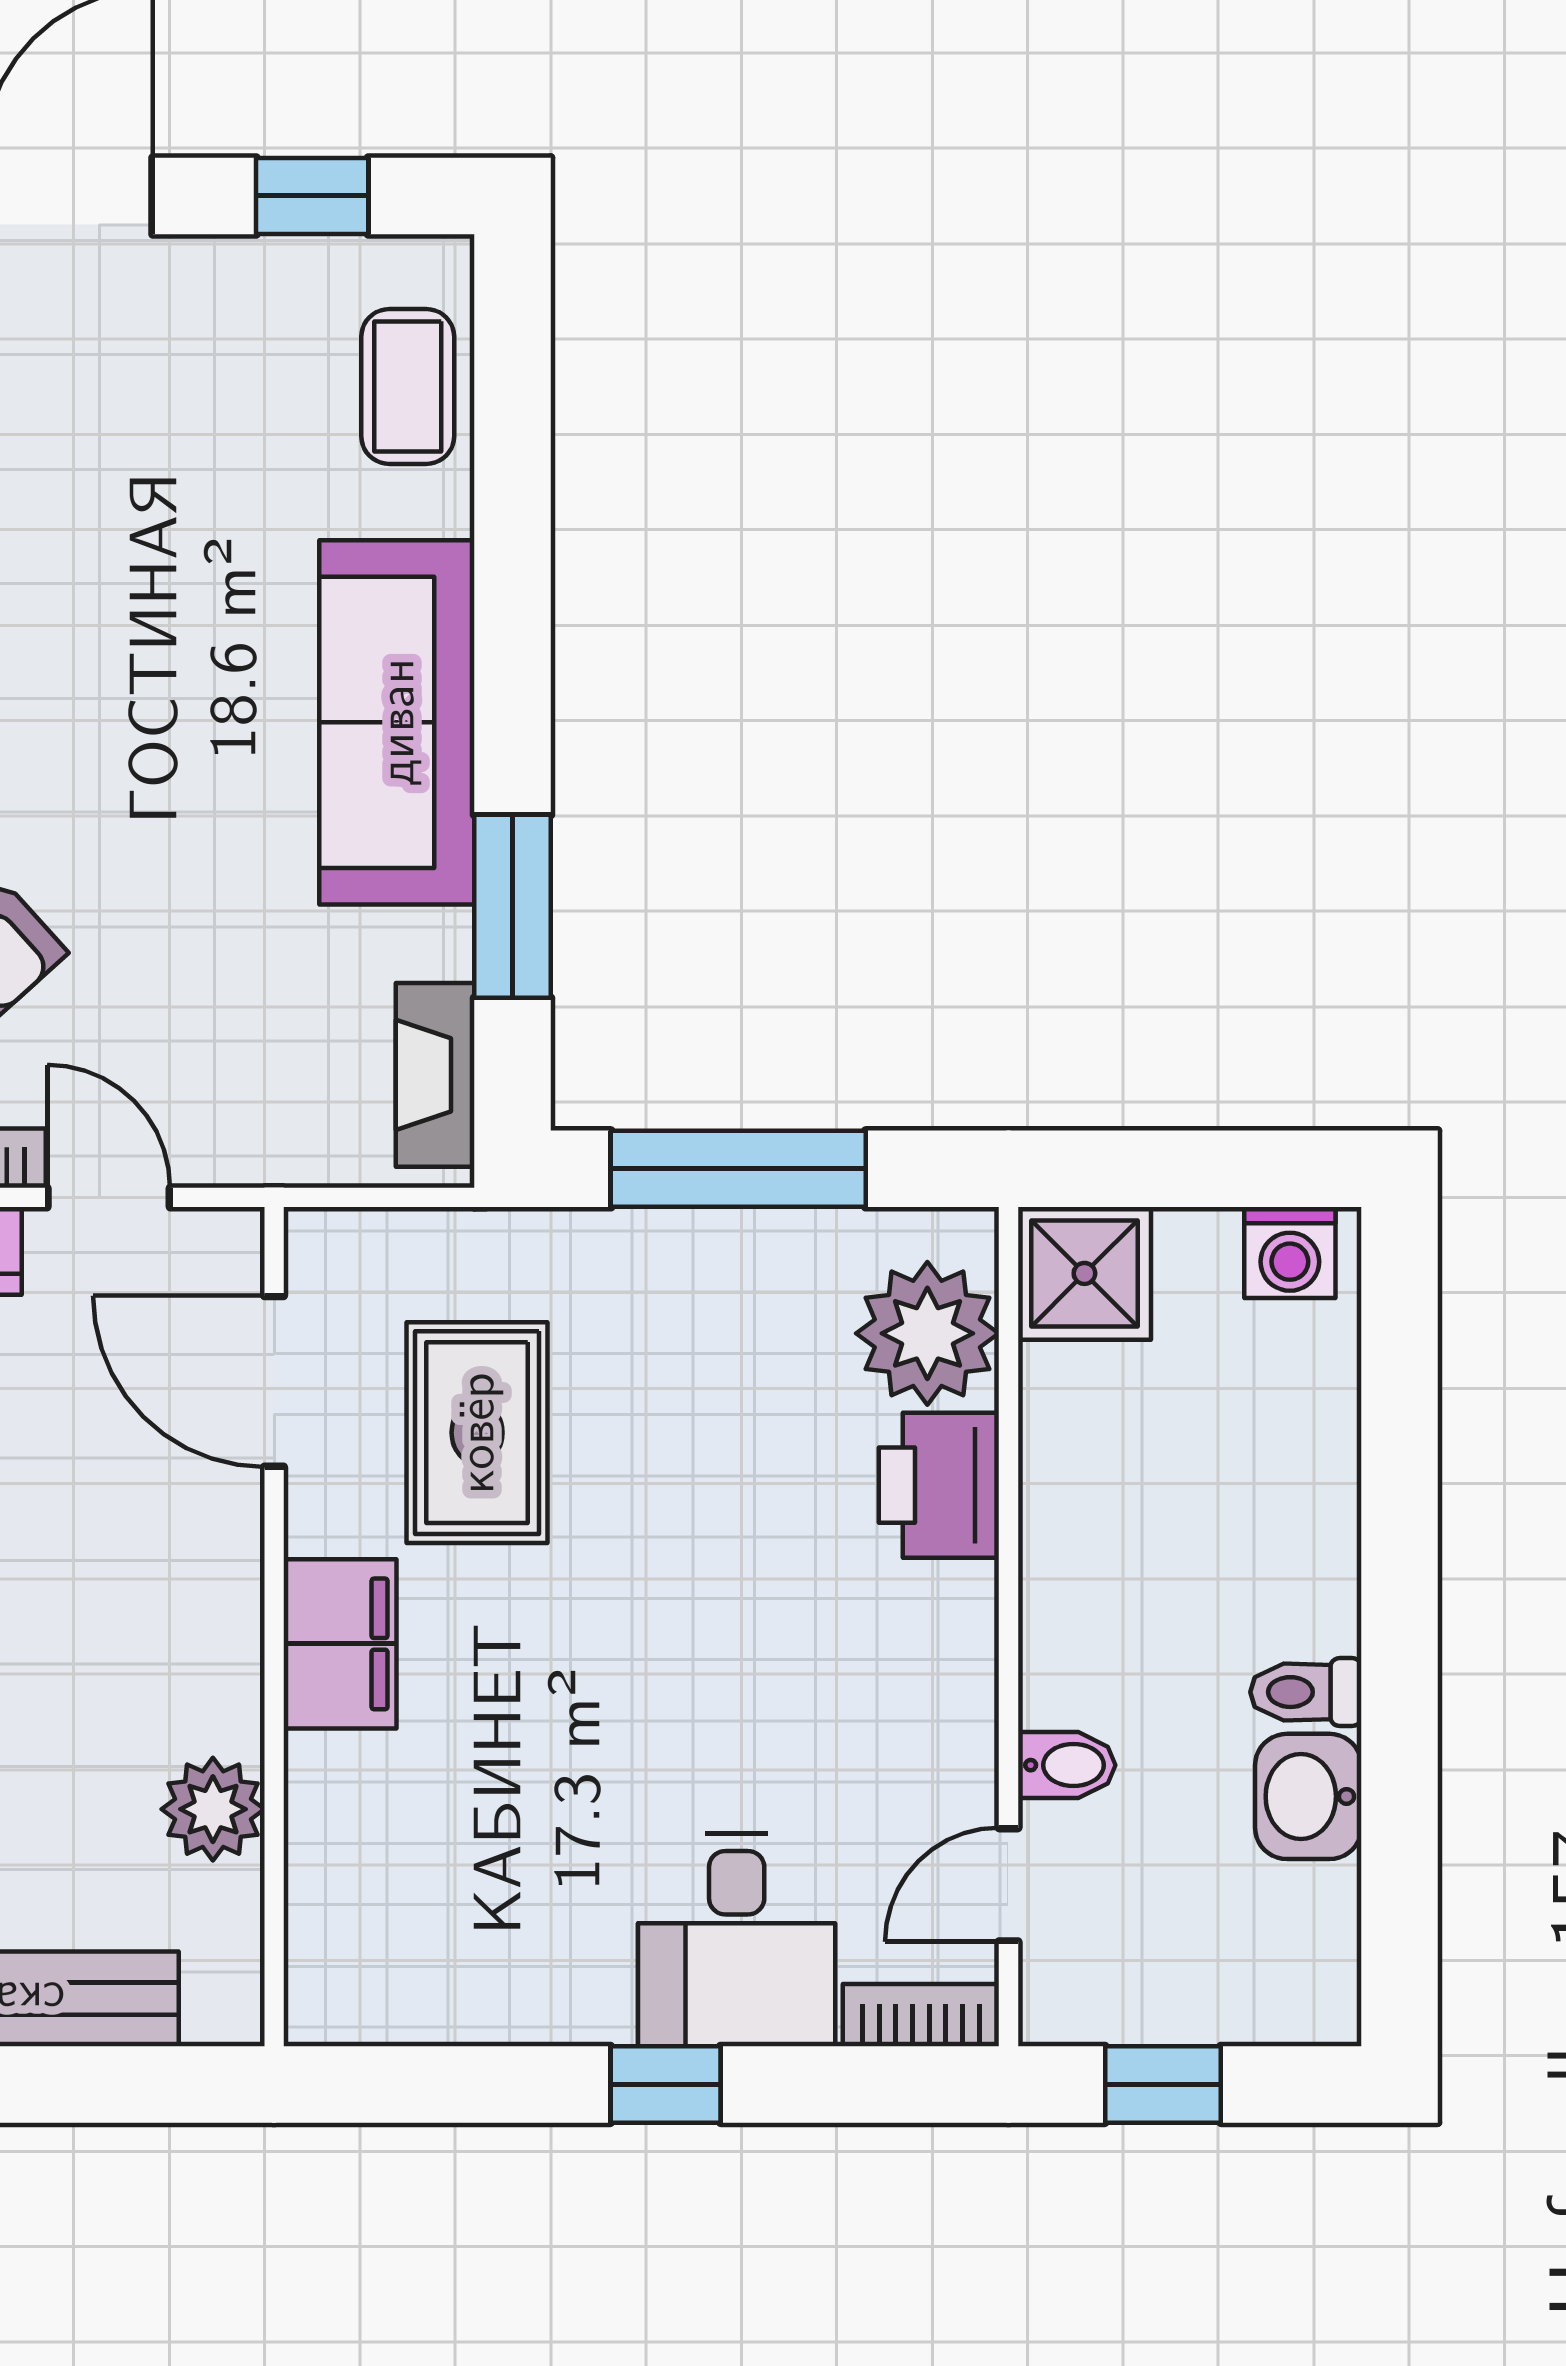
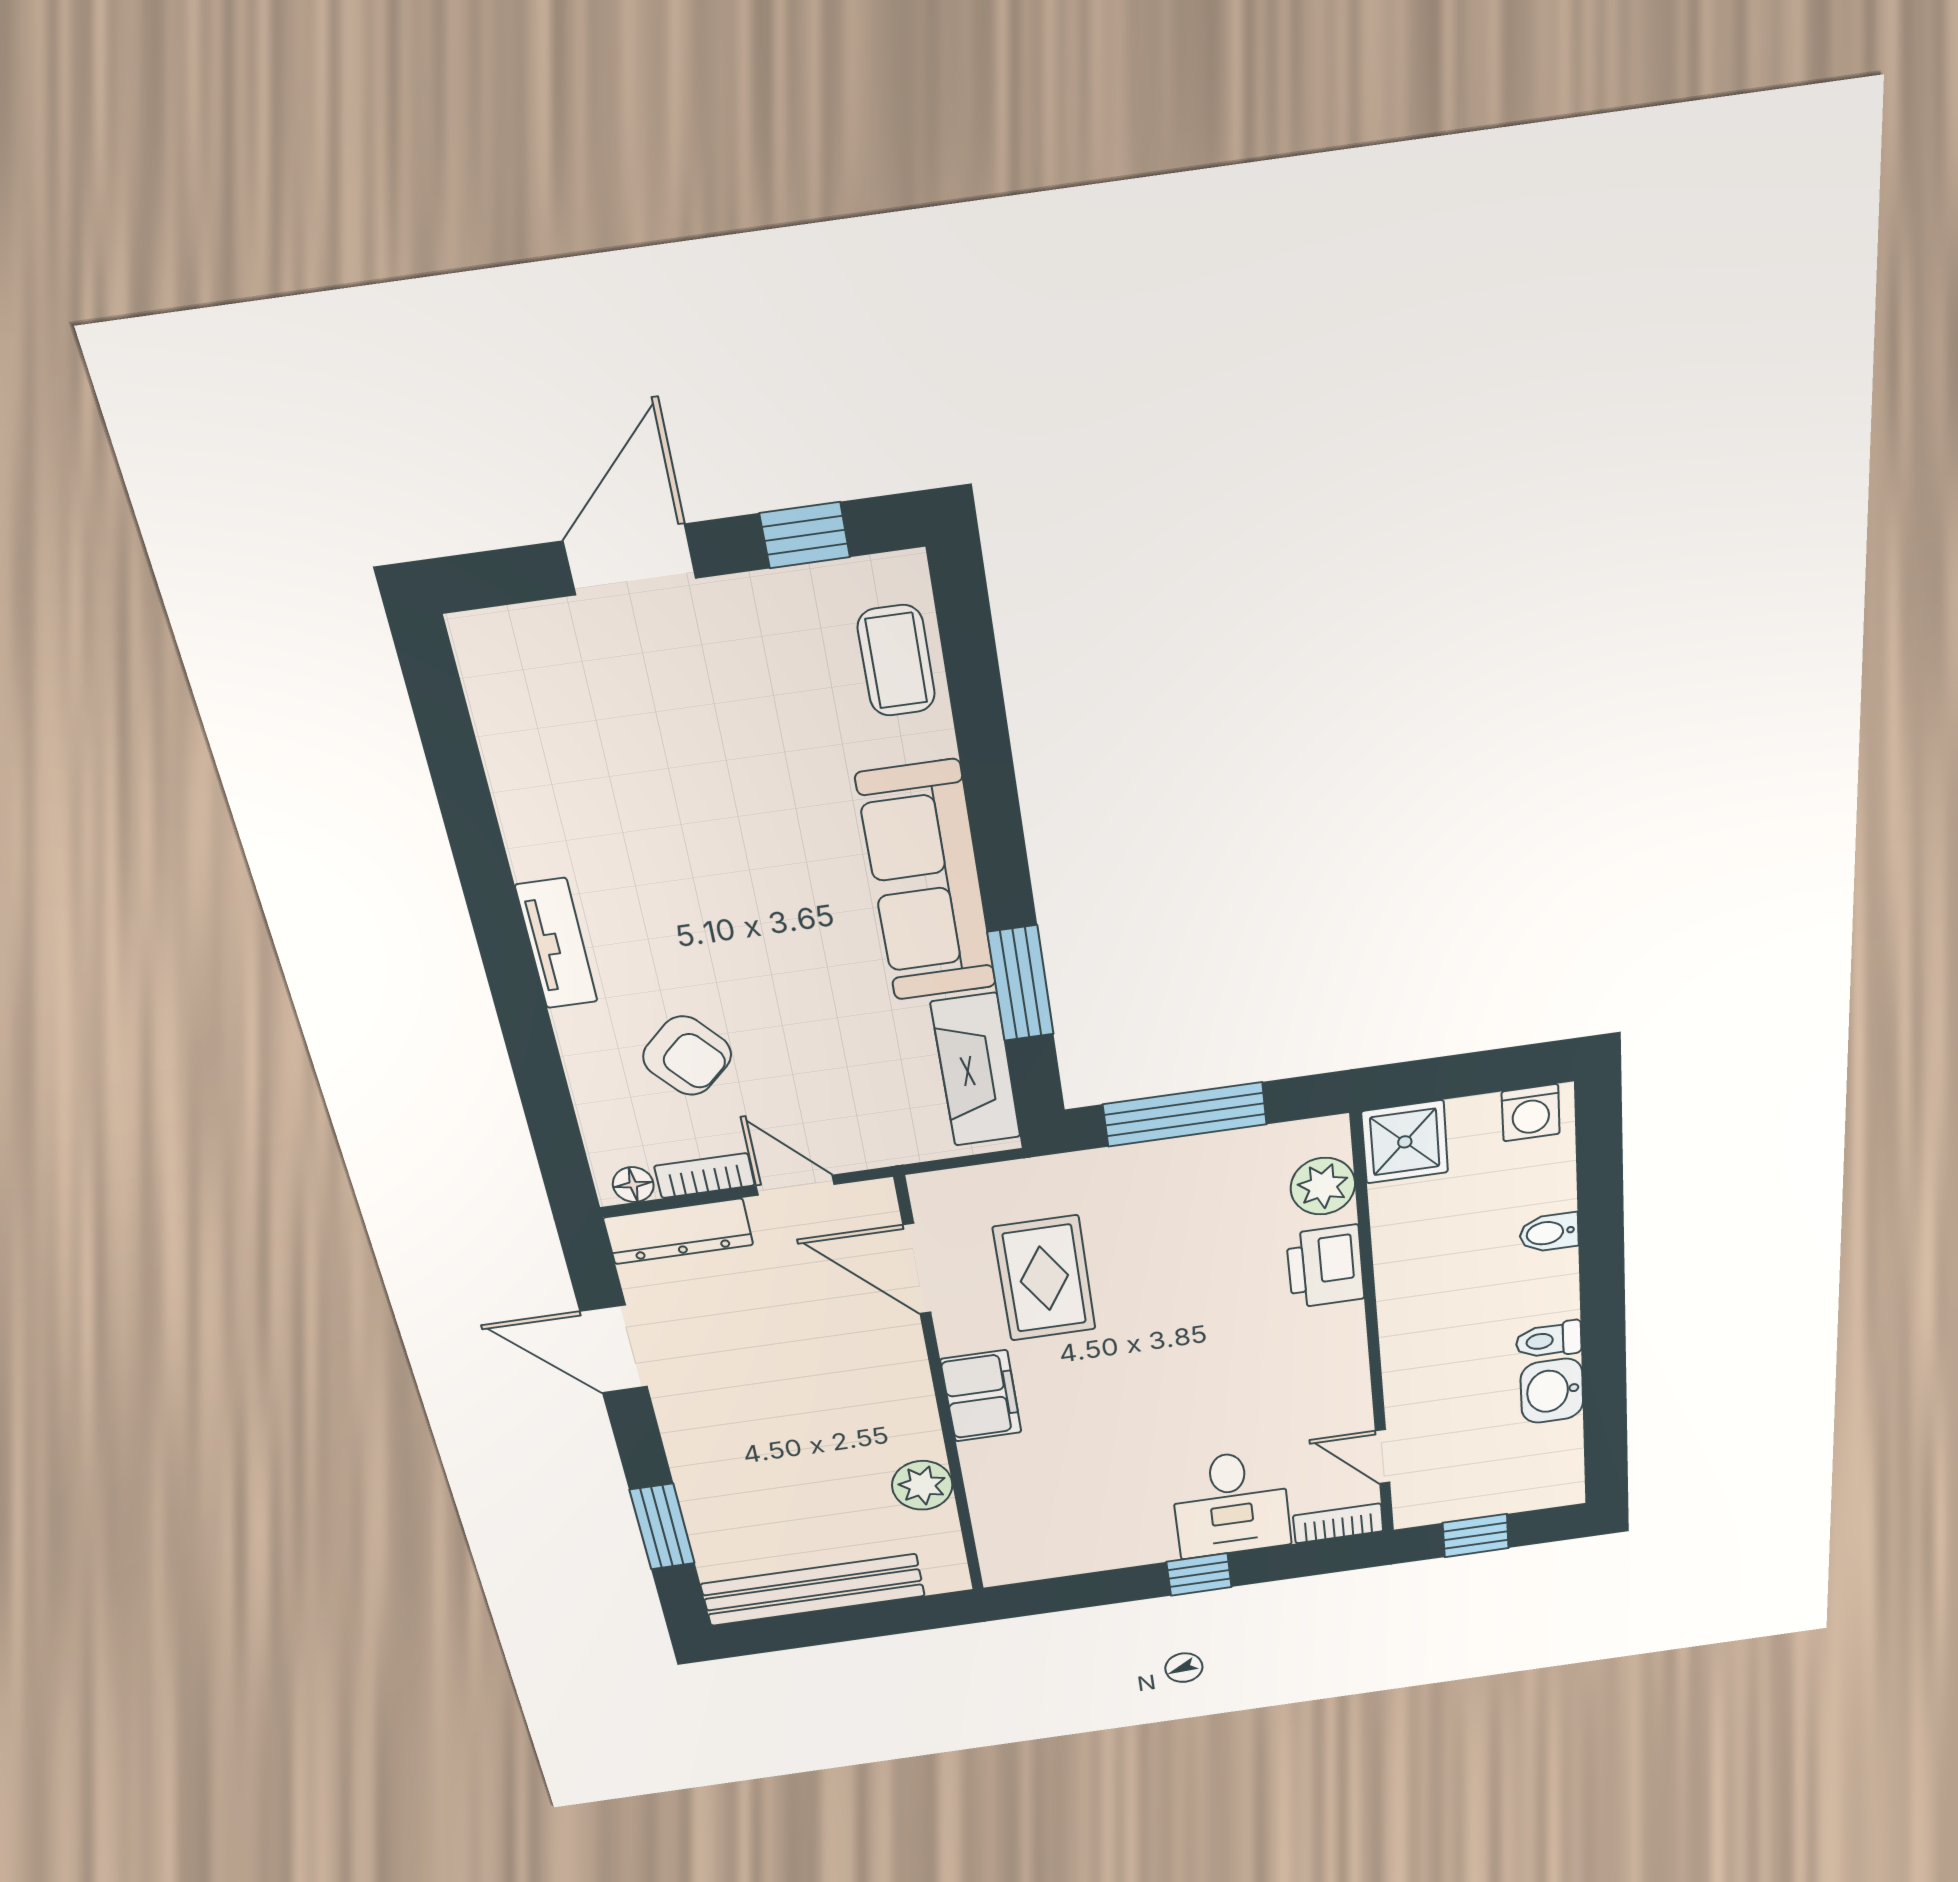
fireplace: (435, 1075) -> (976, 1070), width x1.37, depth x1.32
plant: (927, 1333) -> (1323, 1186), width x0.73, depth x0.73
bidet: (1067, 1765) -> (1549, 1233), moved, turned 180
door: (1008, 1885) -> (1383, 1457), hinge flipped

